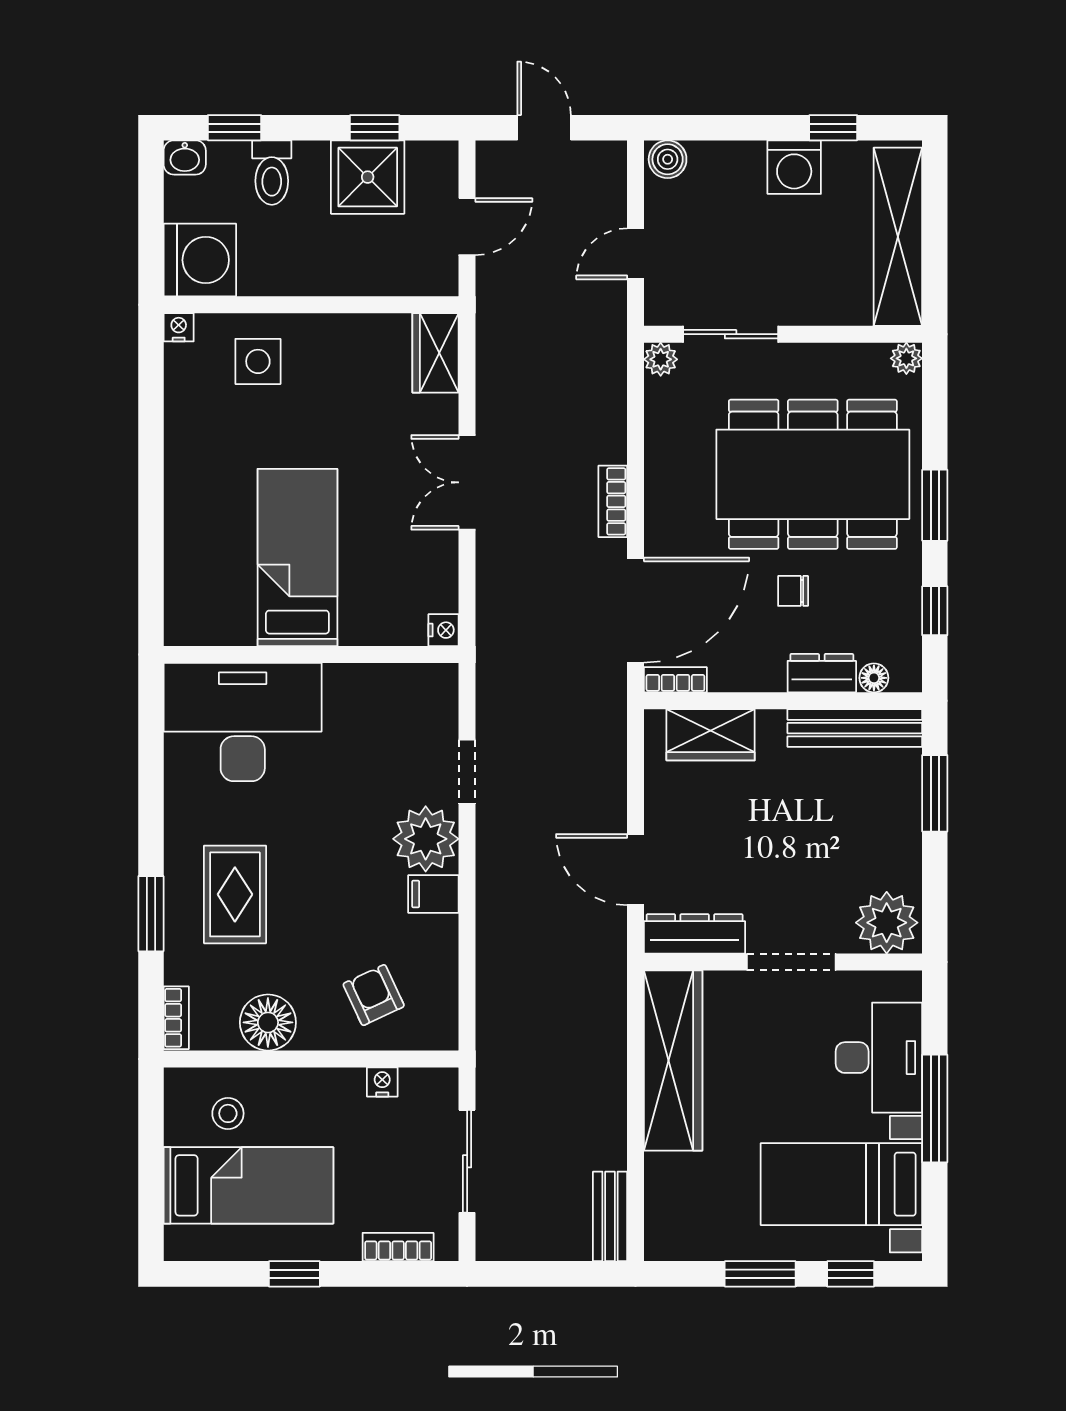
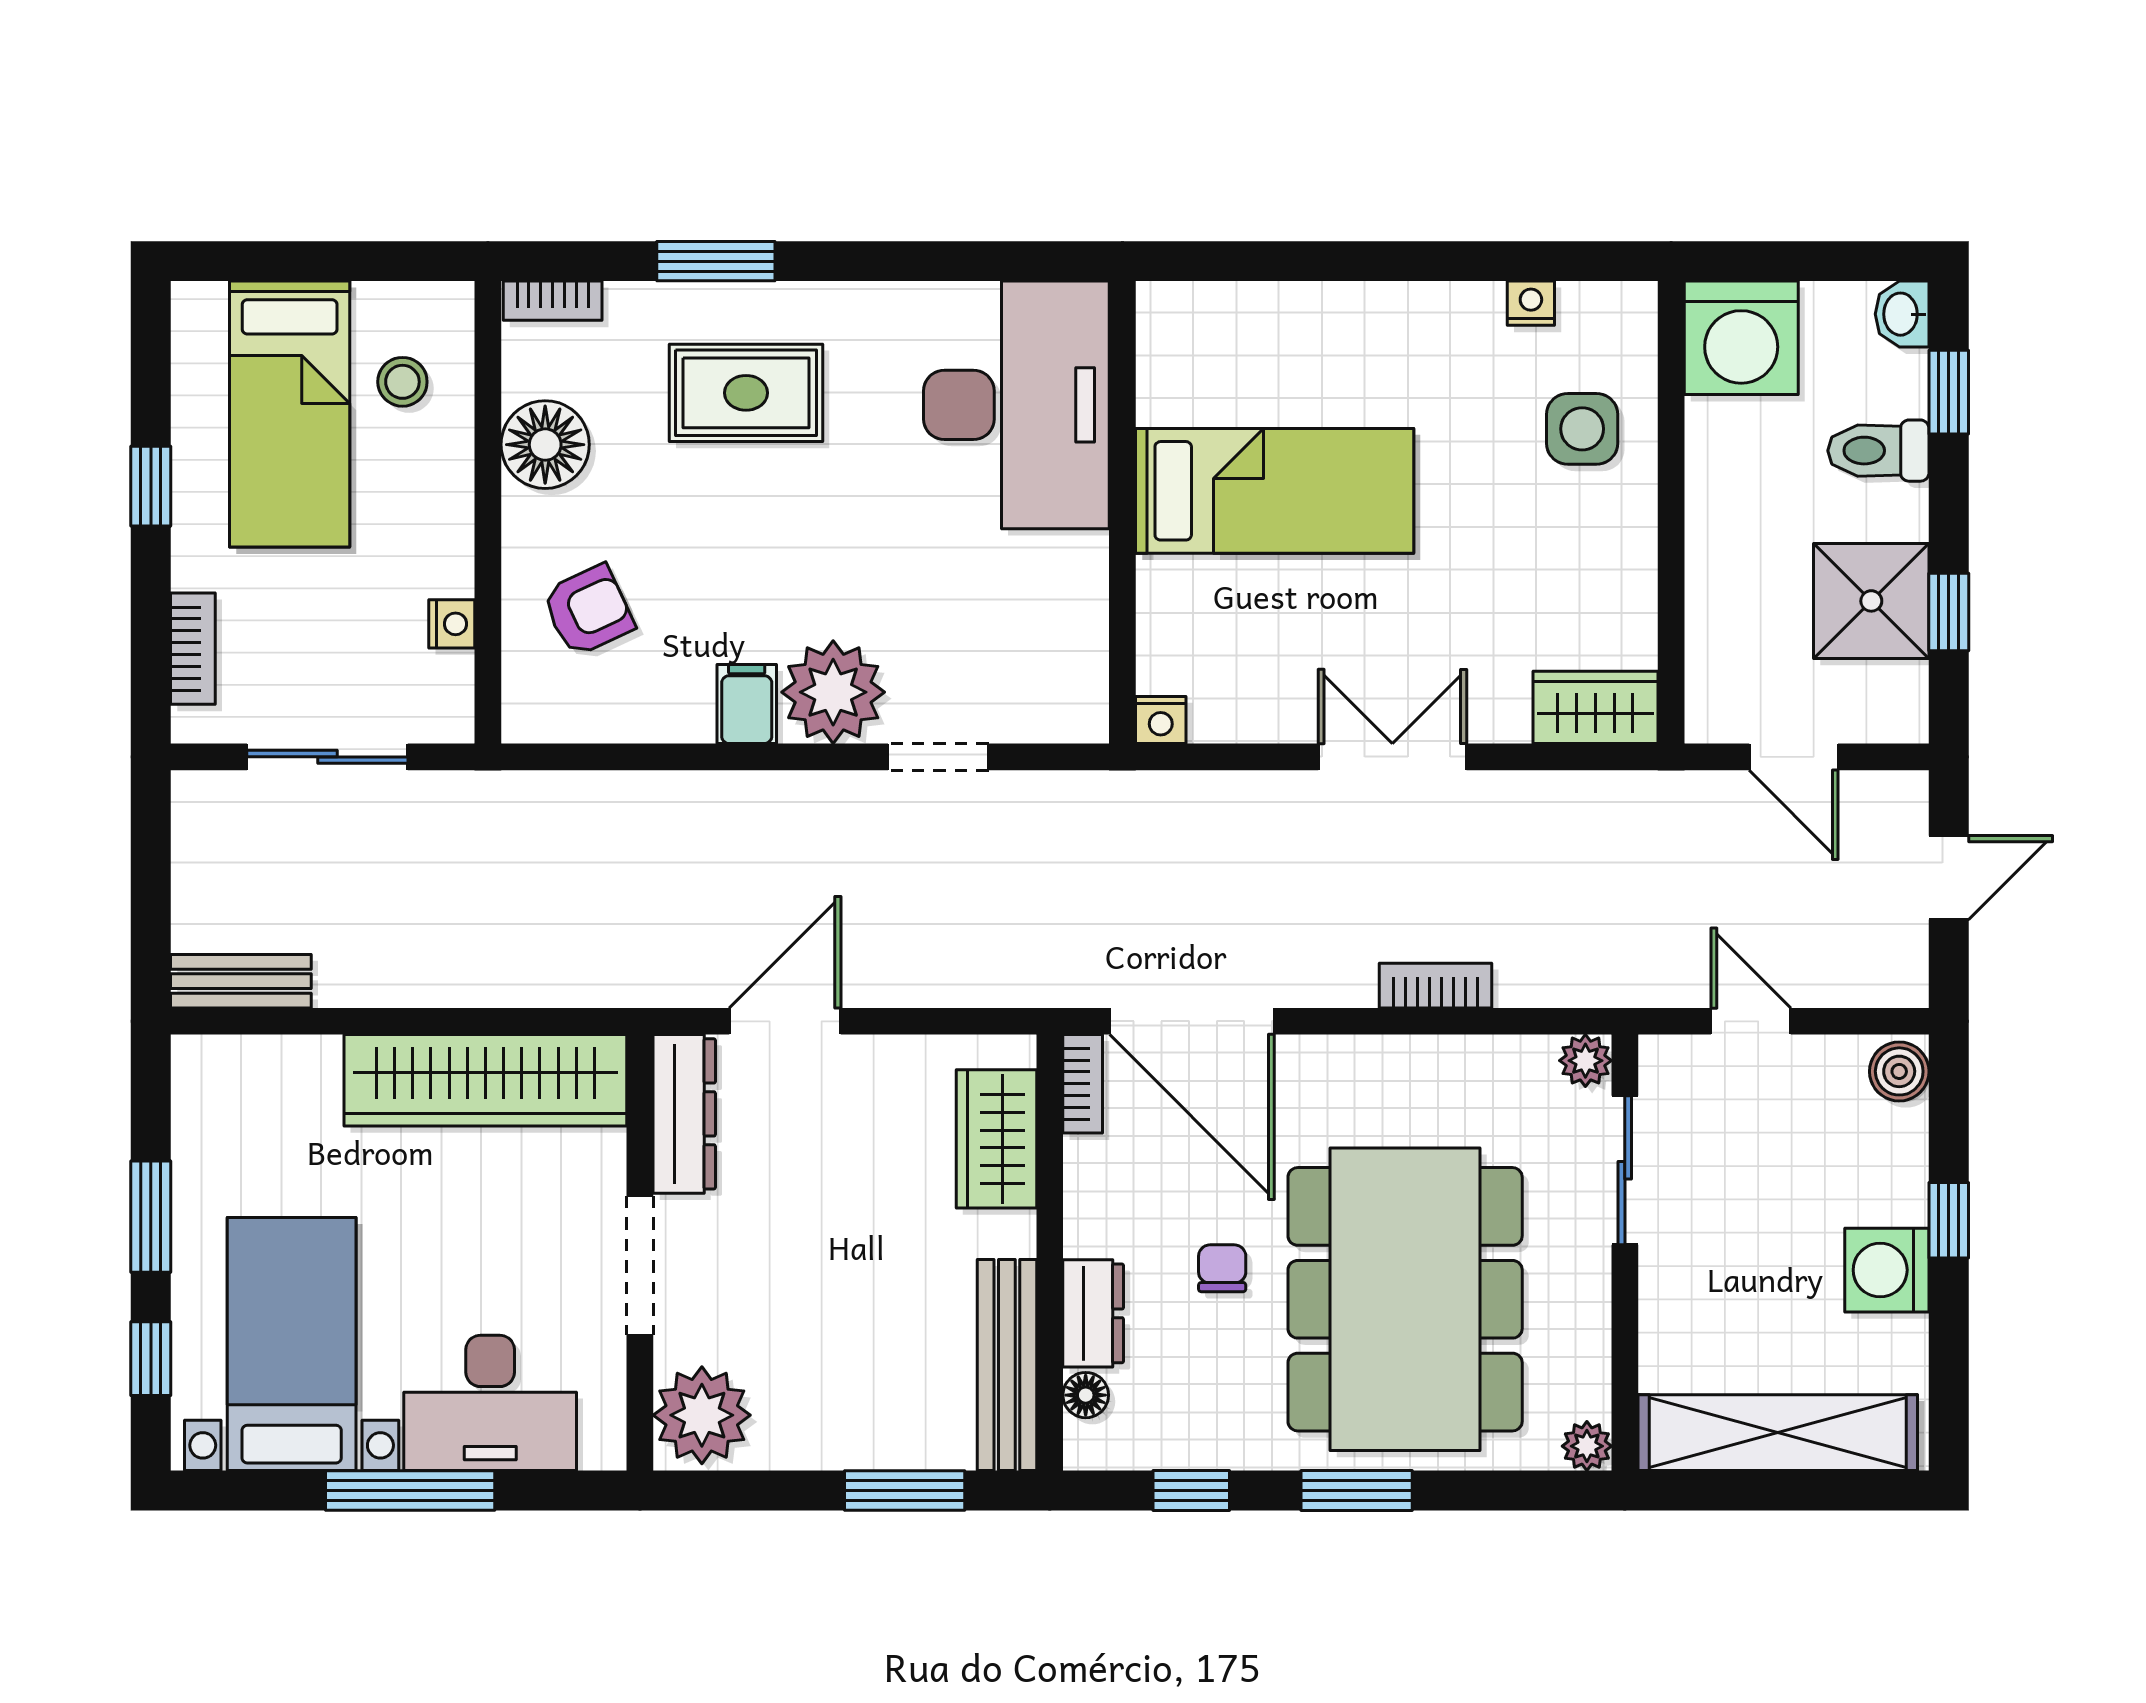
window: (833, 128) -> (1949, 1220), moved
nightstand: (179, 327) -> (1531, 303), moved, turned -90
bookcase: (613, 501) -> (1435, 986), moved

